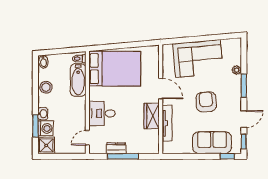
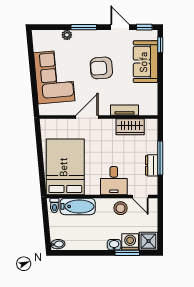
stool: (46, 87) -> (121, 208), moved
wardrobe: (152, 116) -> (130, 127), moved
tv unit: (167, 123) -> (124, 110), width x0.71

